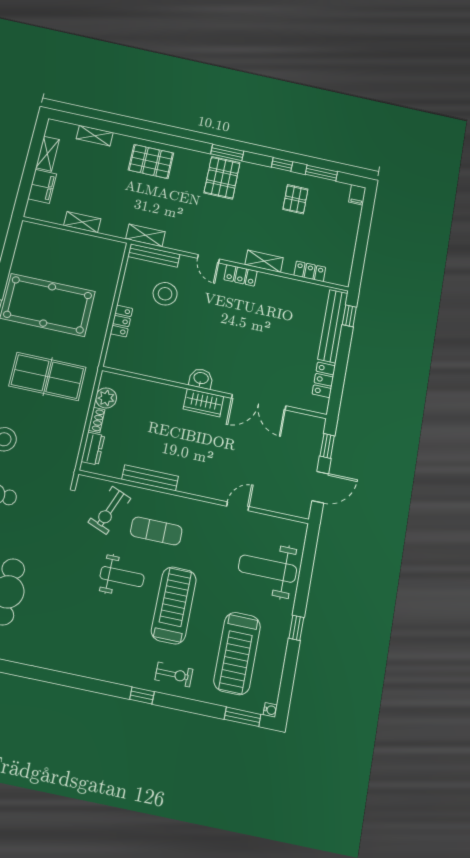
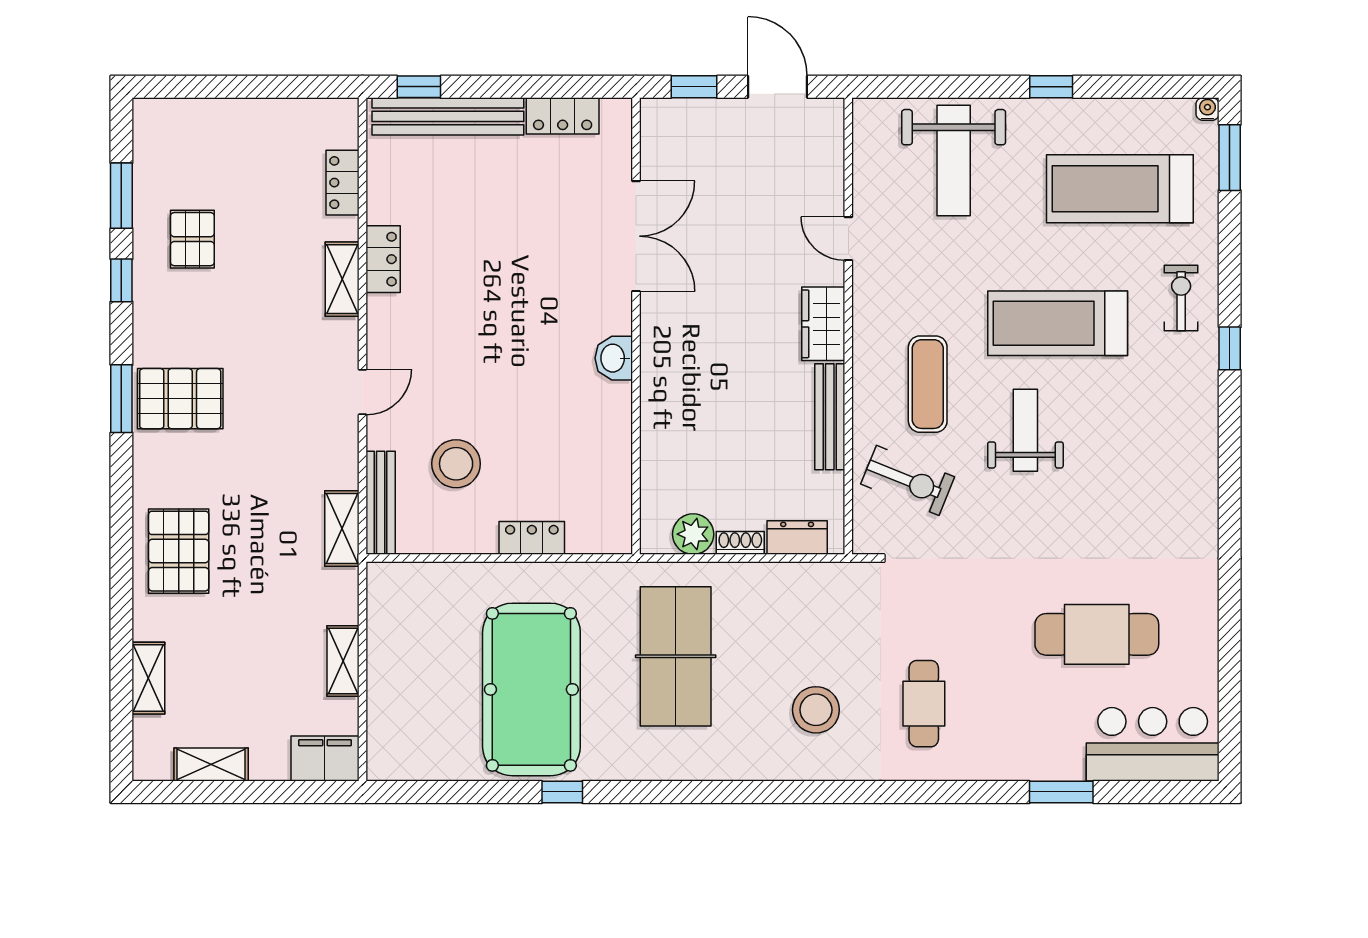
filing cabinet: (42, 186) -> (325, 759), moved
filing cabinet: (357, 195) -> (153, 113), removed
pallet: (295, 199) -> (192, 239), turned 90
locker: (241, 275) -> (383, 259), moved
wardrobe: (204, 403) -> (823, 324), moved, turned 180
treadmill: (237, 653) -> (1120, 189), turned 180

